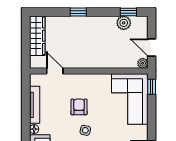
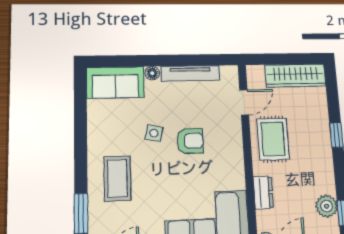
rug: (79, 54) -> (273, 139), added
dresser: (113, 63) -> (263, 193), added
side table: (85, 130) -> (154, 133), moved

